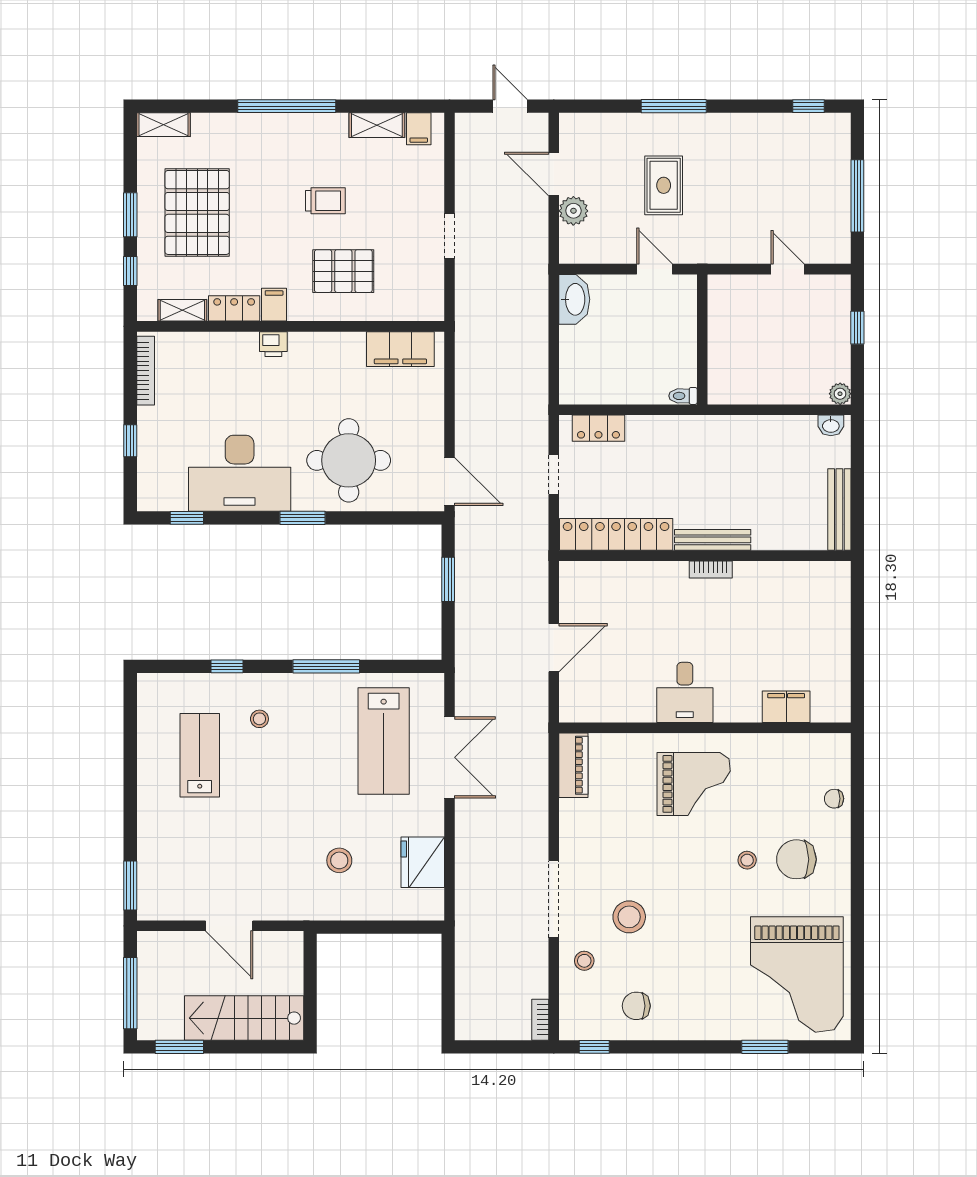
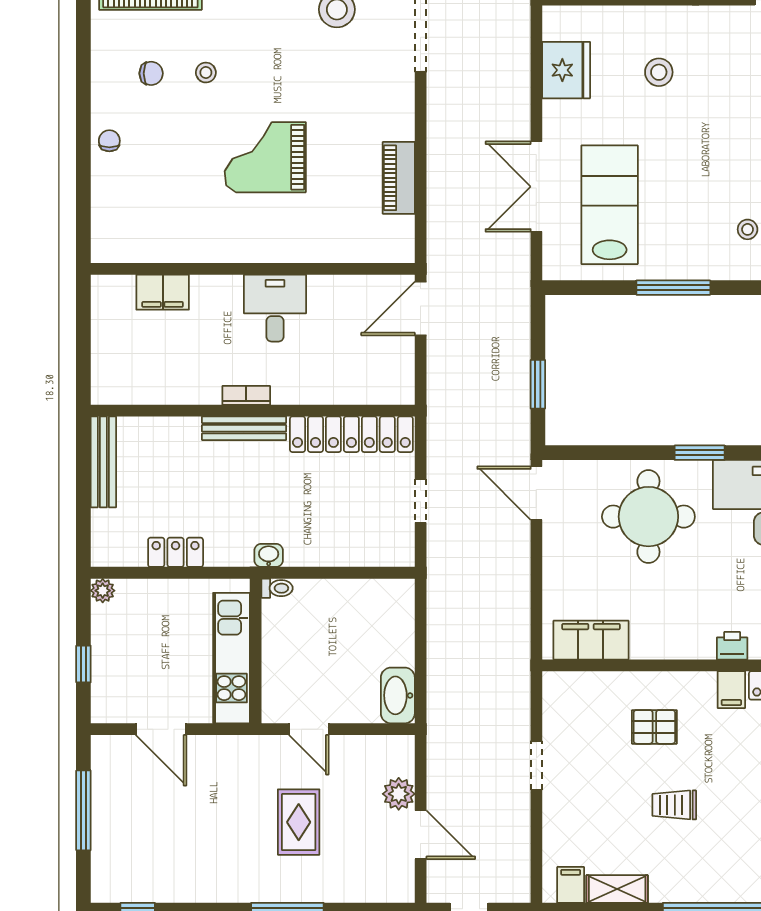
door: (788, 269) -> (161, 729), width x1.38
pallet: (343, 271) -> (654, 727), width x0.67, depth x0.71
kitchen unit: (724, 333) -> (231, 658), added
washbasin: (831, 425) -> (269, 555), moved
locker: (598, 428) -> (176, 552), moved
desk: (685, 692) -> (275, 308), moved
filing cabinet: (786, 707) -> (163, 292), moved
wall: (705, 728) -> (253, 269), moved
chair: (834, 799) -> (109, 141), turned -90
chair: (796, 859) -> (151, 73), width x0.54, depth x0.54

